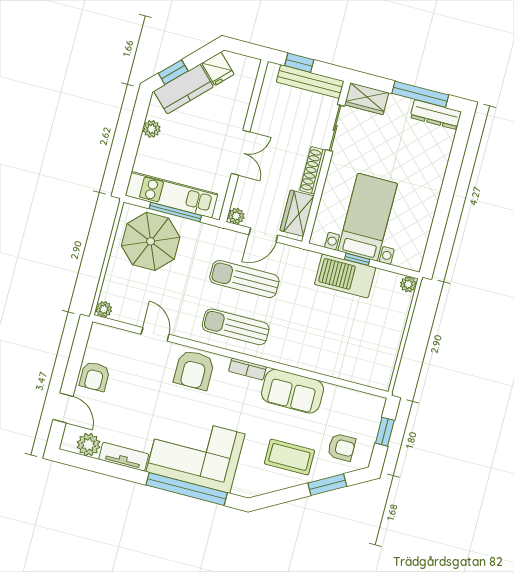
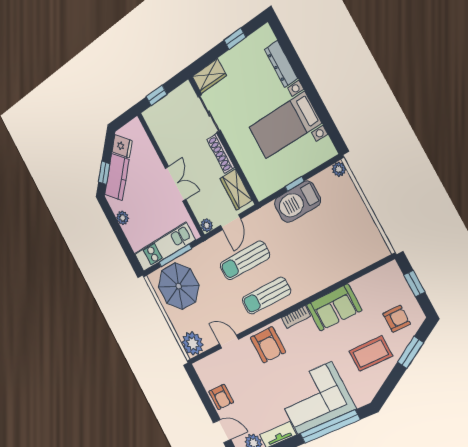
bench: (310, 82) -> (172, 100), removed
window: (420, 94) -> (235, 39), width x0.46
dresser: (436, 115) -> (281, 64), moved, turned 90
bed with nightstands: (368, 217) -> (285, 125), moved, turned -90
plant: (104, 309) -> (193, 344), width x1.88, depth x1.88

